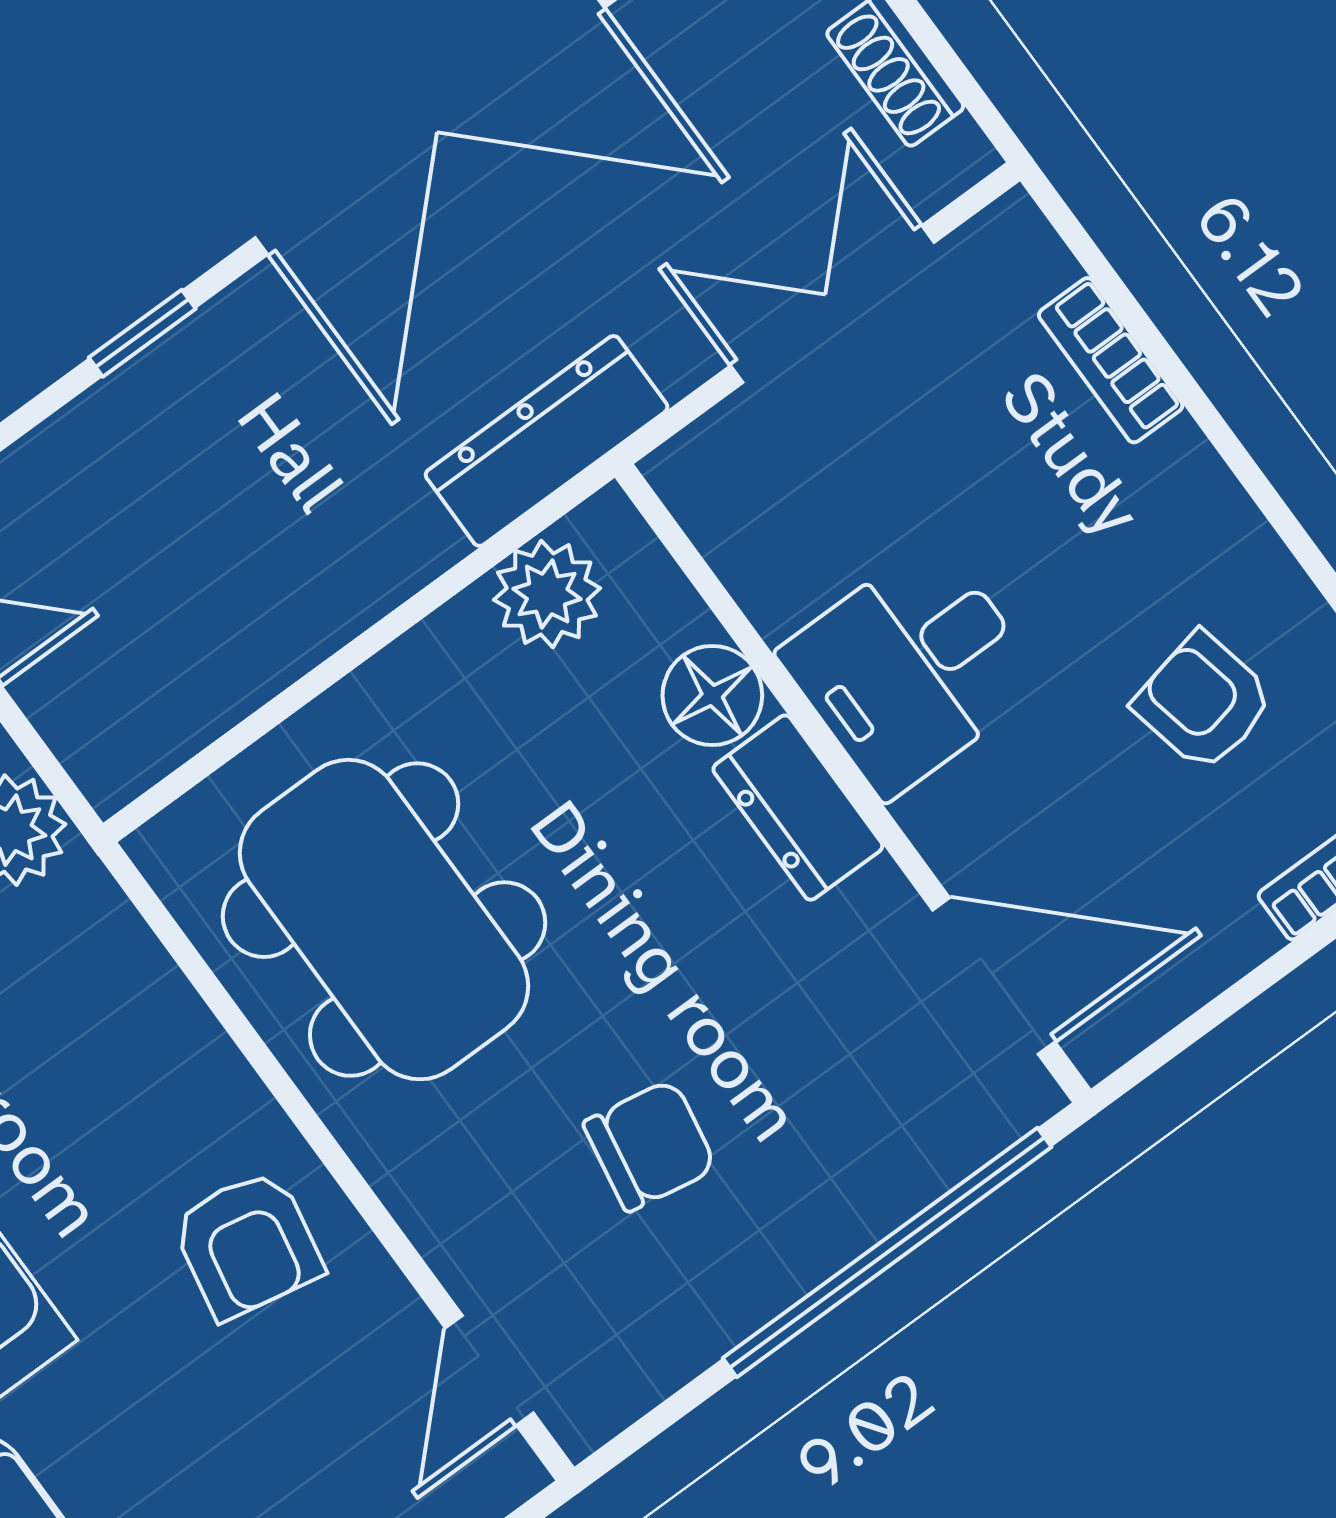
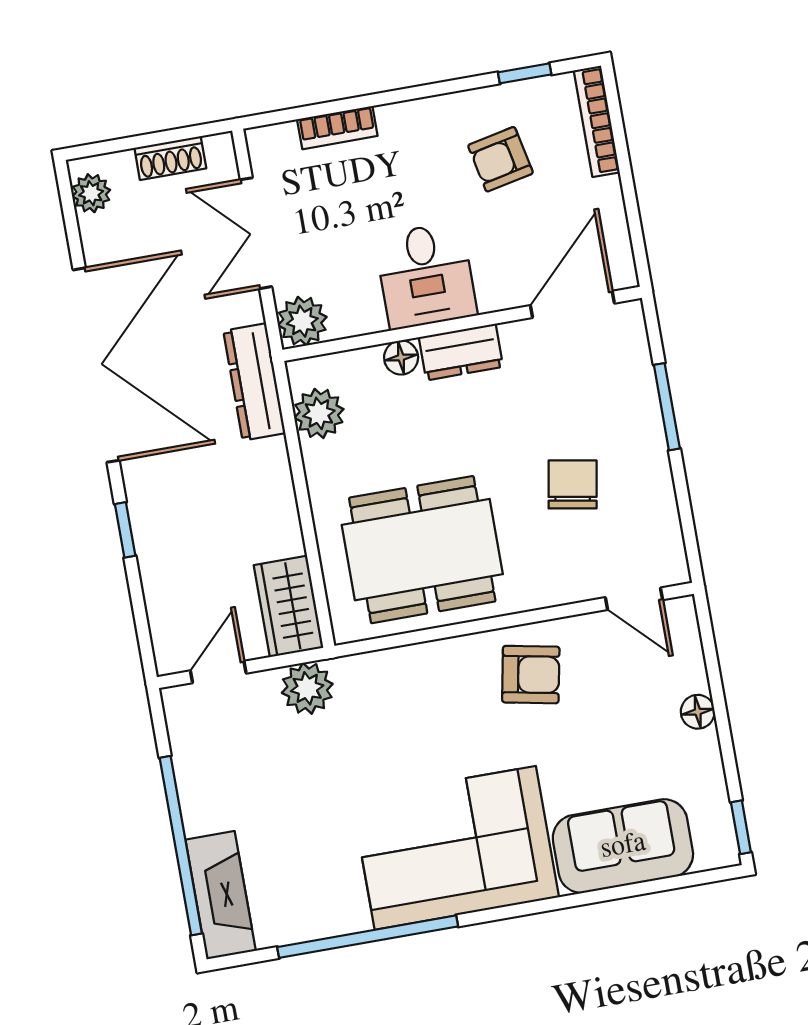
plant: (708, 475) -> (302, 321), added
floor lamp: (712, 695) -> (401, 358), width x0.73, depth x0.73
wardrobe: (150, 717) -> (289, 606), added
window: (887, 1253) -> (667, 407), width x0.47

